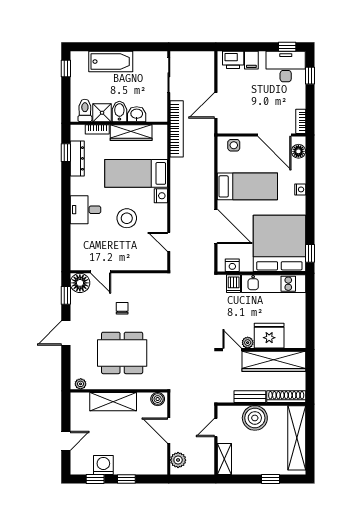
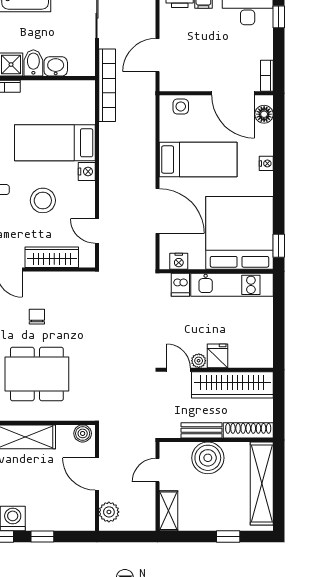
wardrobe: (131, 133) -> (52, 257), moved, turned 180
fridge: (269, 336) -> (217, 356), width x0.53, depth x0.75

